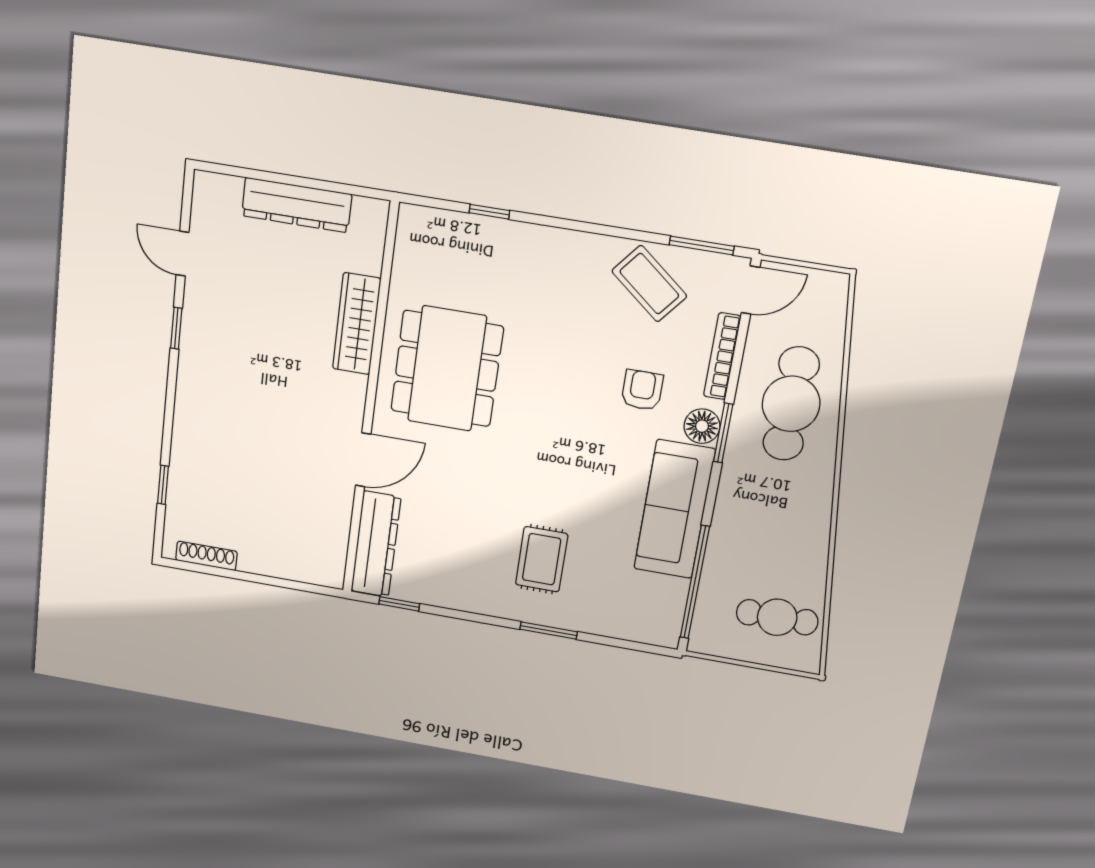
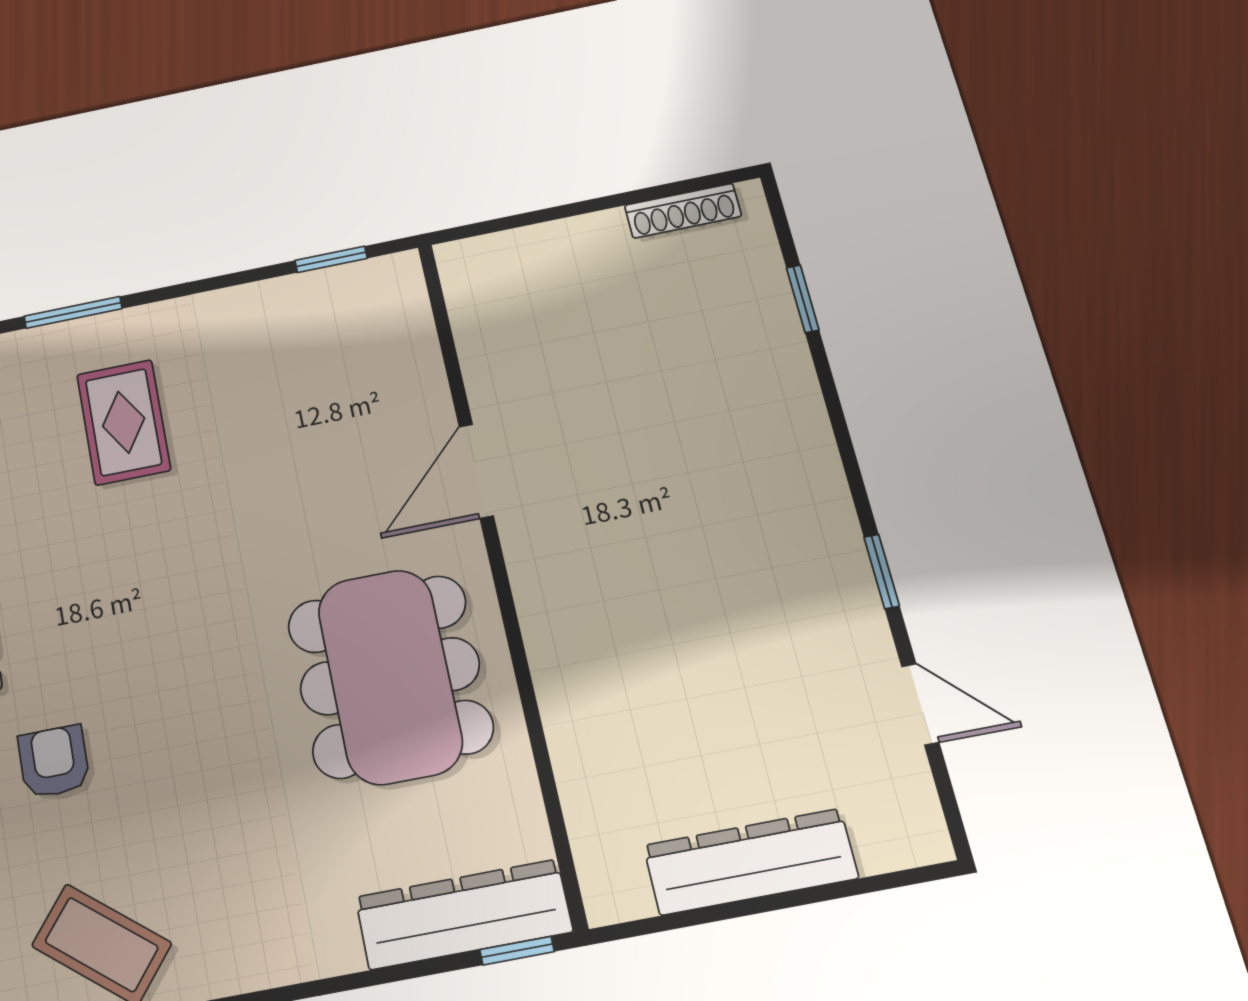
window: (489, 212) -> (517, 951), moved
wardrobe: (357, 324) -> (571, 695), removed
armchair: (642, 390) -> (54, 762), turned 180
dresser: (376, 544) -> (463, 915), moved, turned 90

